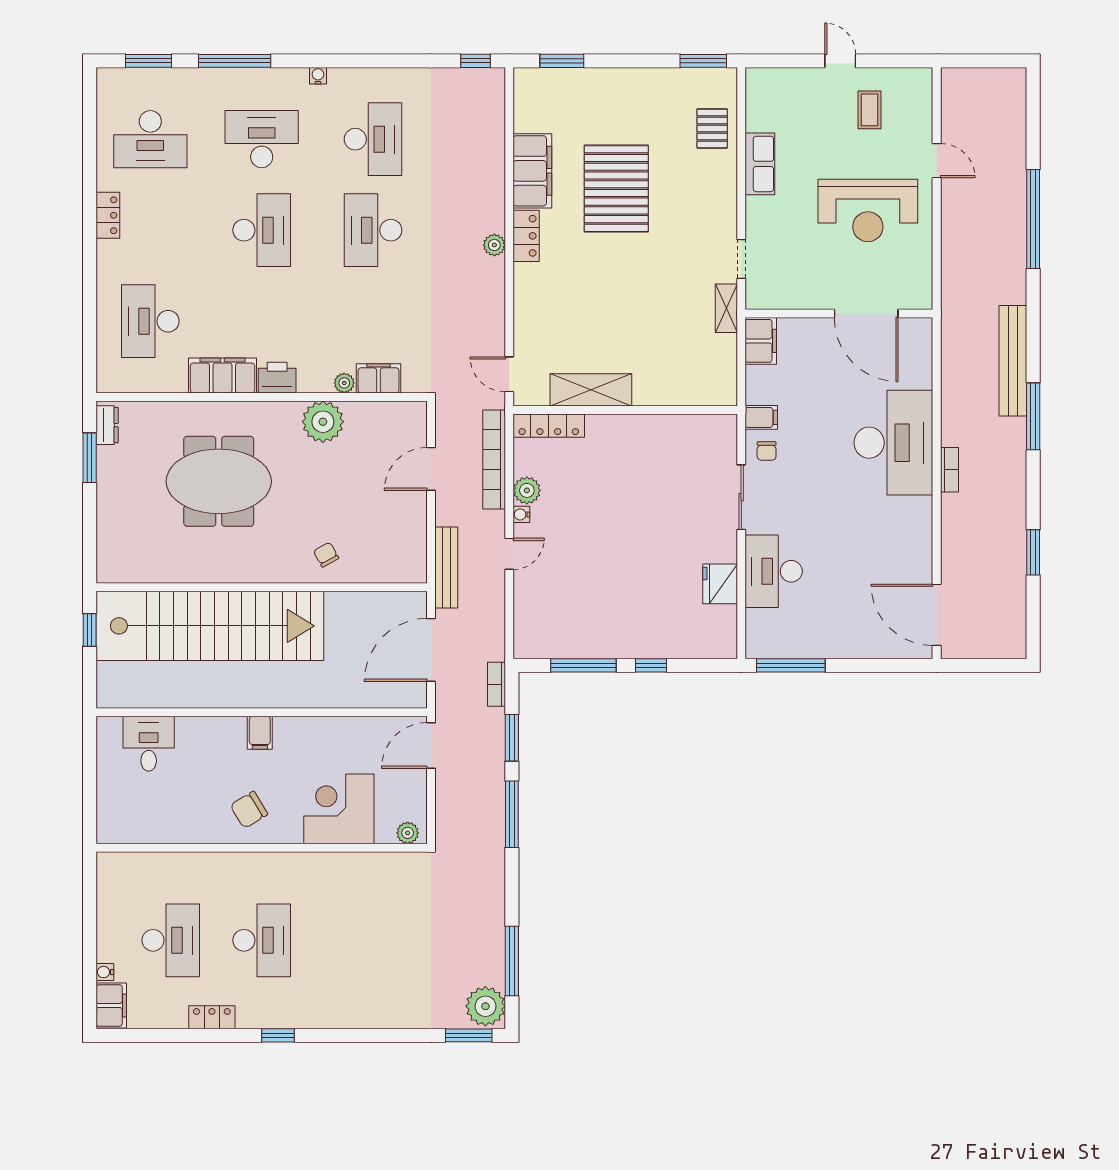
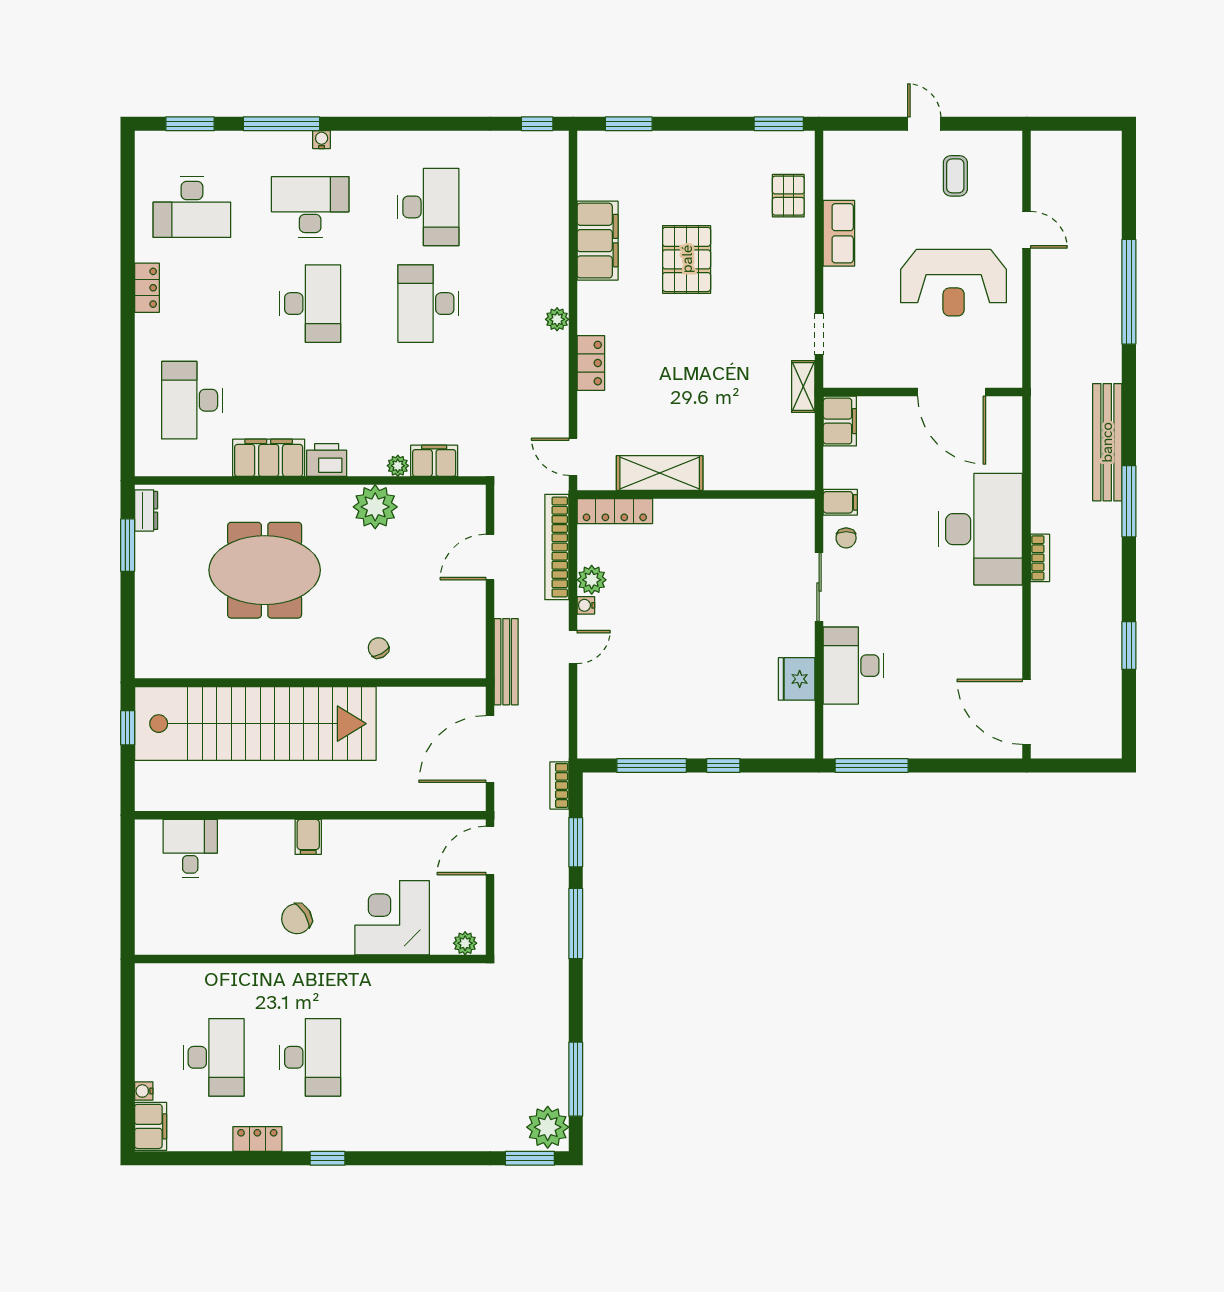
water cooler: (318, 76) -> (322, 140), moved
pallet: (616, 189) -> (687, 259), width x0.73, depth x0.71
locker: (526, 236) -> (591, 363), moved

